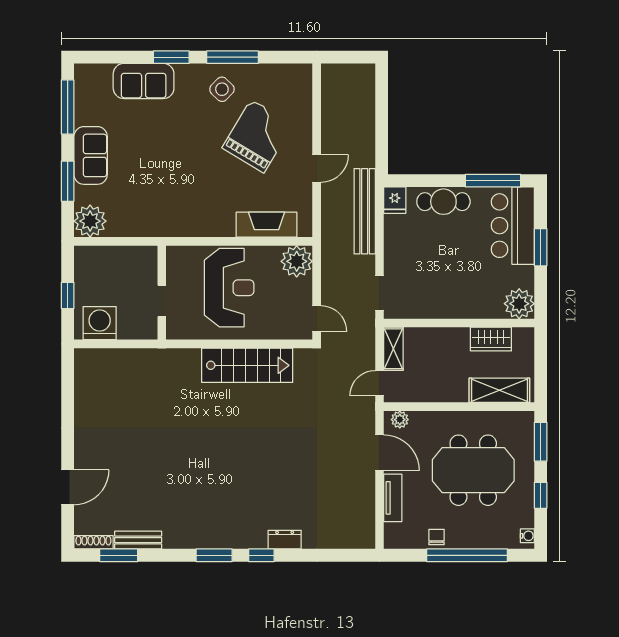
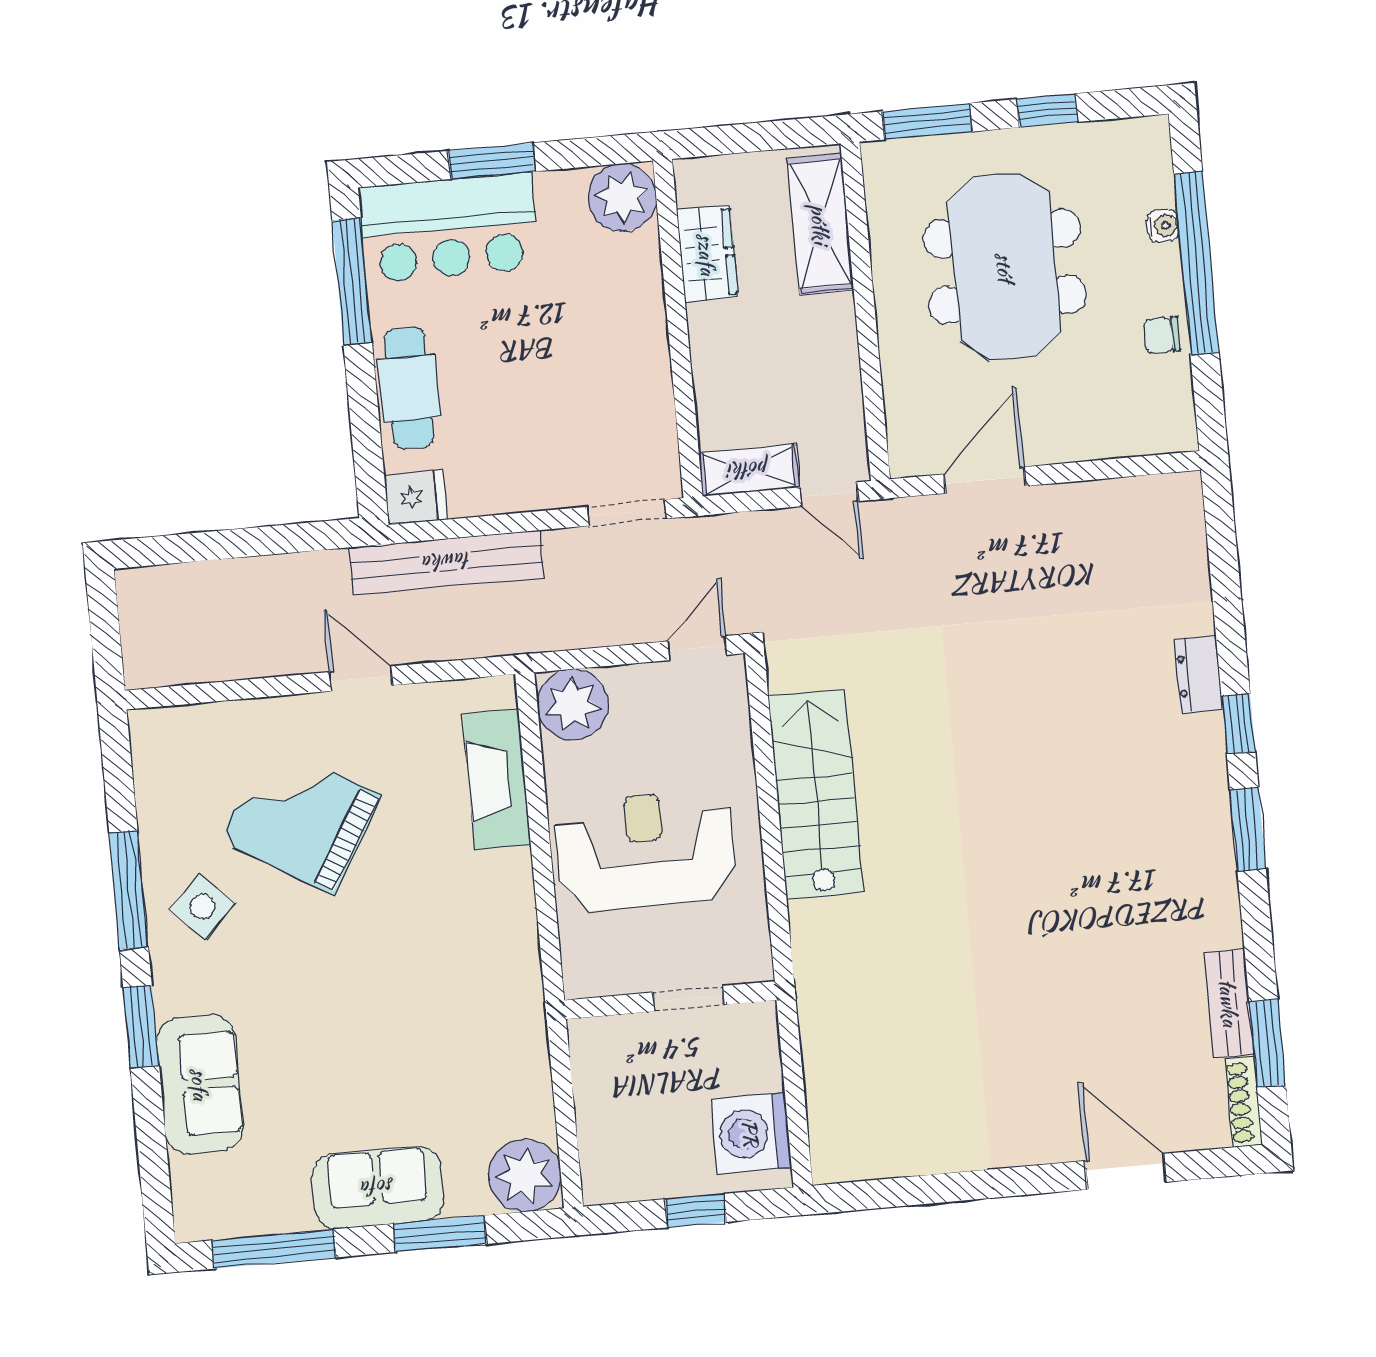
plant: (400, 420) -> (906, 441), removed
tv unit: (393, 498) -> (1083, 441), removed
water cooler: (527, 536) -> (1163, 226), moved, turned 90

